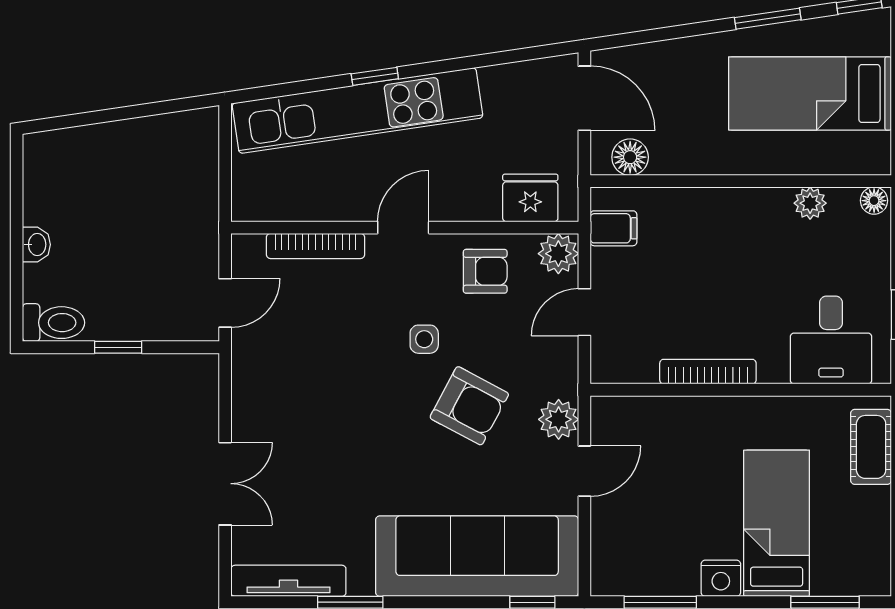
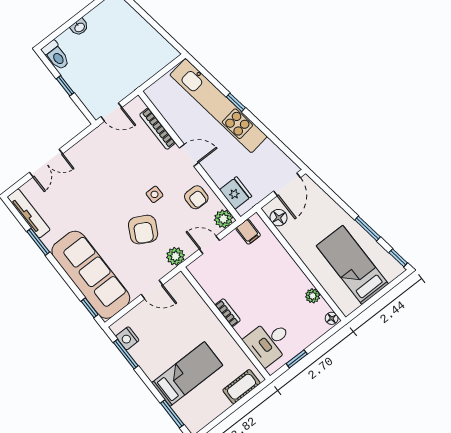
bookcase: (708, 372) -> (228, 313), width x0.64
plant: (559, 419) -> (175, 256), moved
nightstand: (721, 578) -> (127, 338), moved

